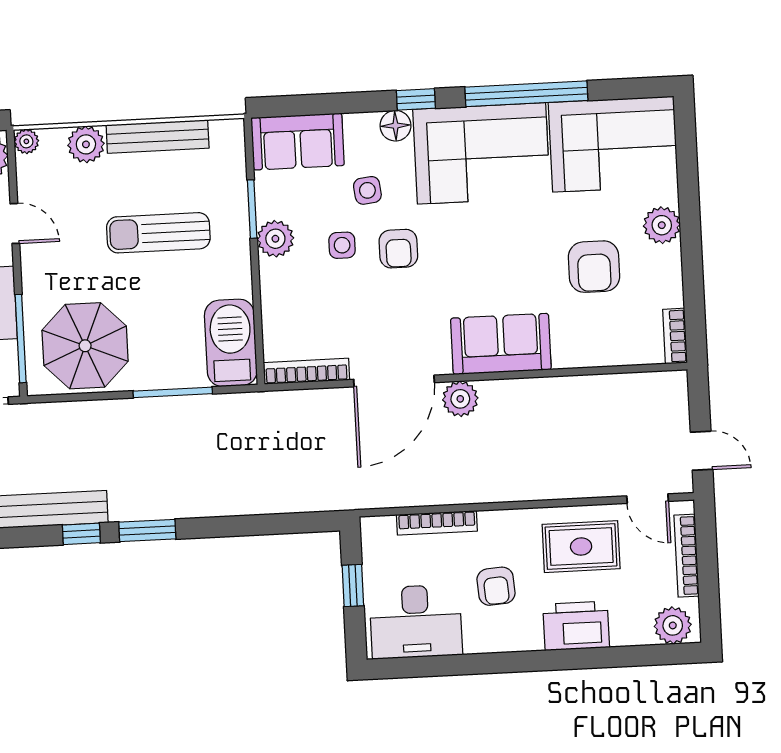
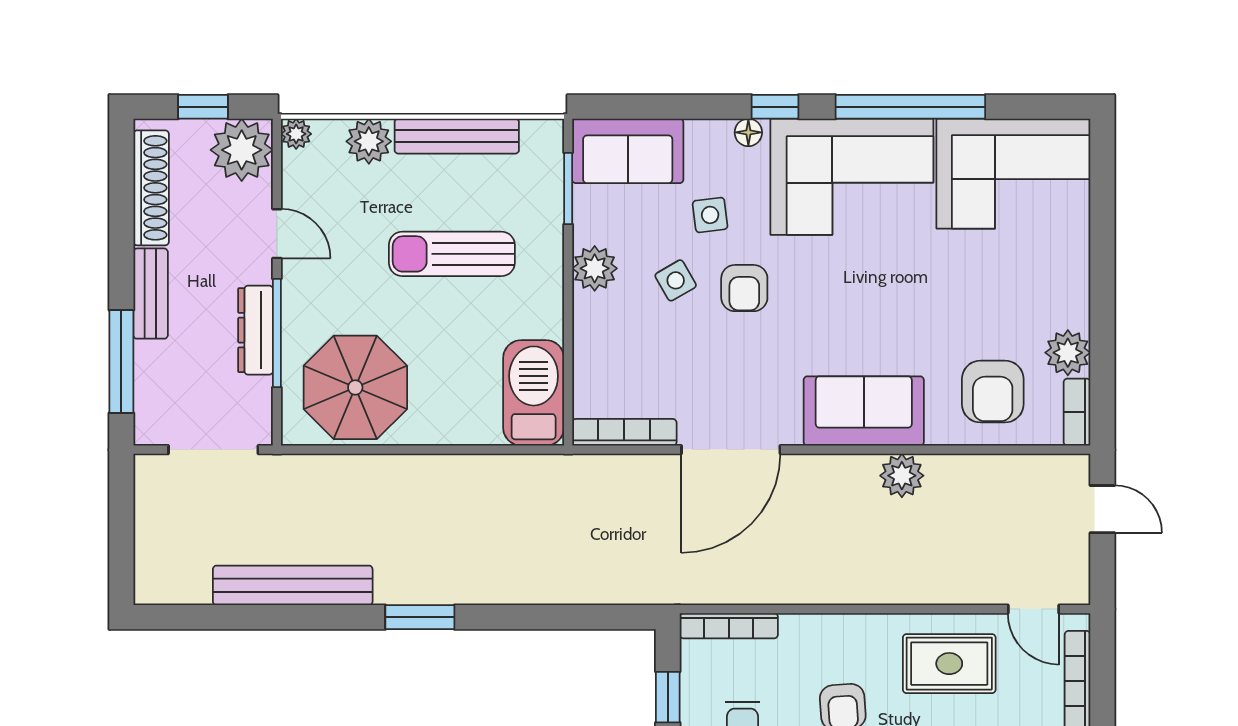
floor lamp: (395, 126) -> (748, 132), width x0.73, depth x0.73
window: (252, 209) -> (568, 188), moved
plant: (662, 225) -> (1068, 353), moved
side table: (342, 245) -> (676, 280), turned -30
armchair: (594, 267) -> (993, 392), moved
window: (21, 339) -> (277, 333), moved
window: (173, 392) -> (460, 450), removed
plant: (460, 399) -> (902, 476), moved
door: (702, 451) -> (1102, 509), moved
bookcase: (437, 523) -> (729, 626), moved
window: (81, 534) -> (339, 617), removed

